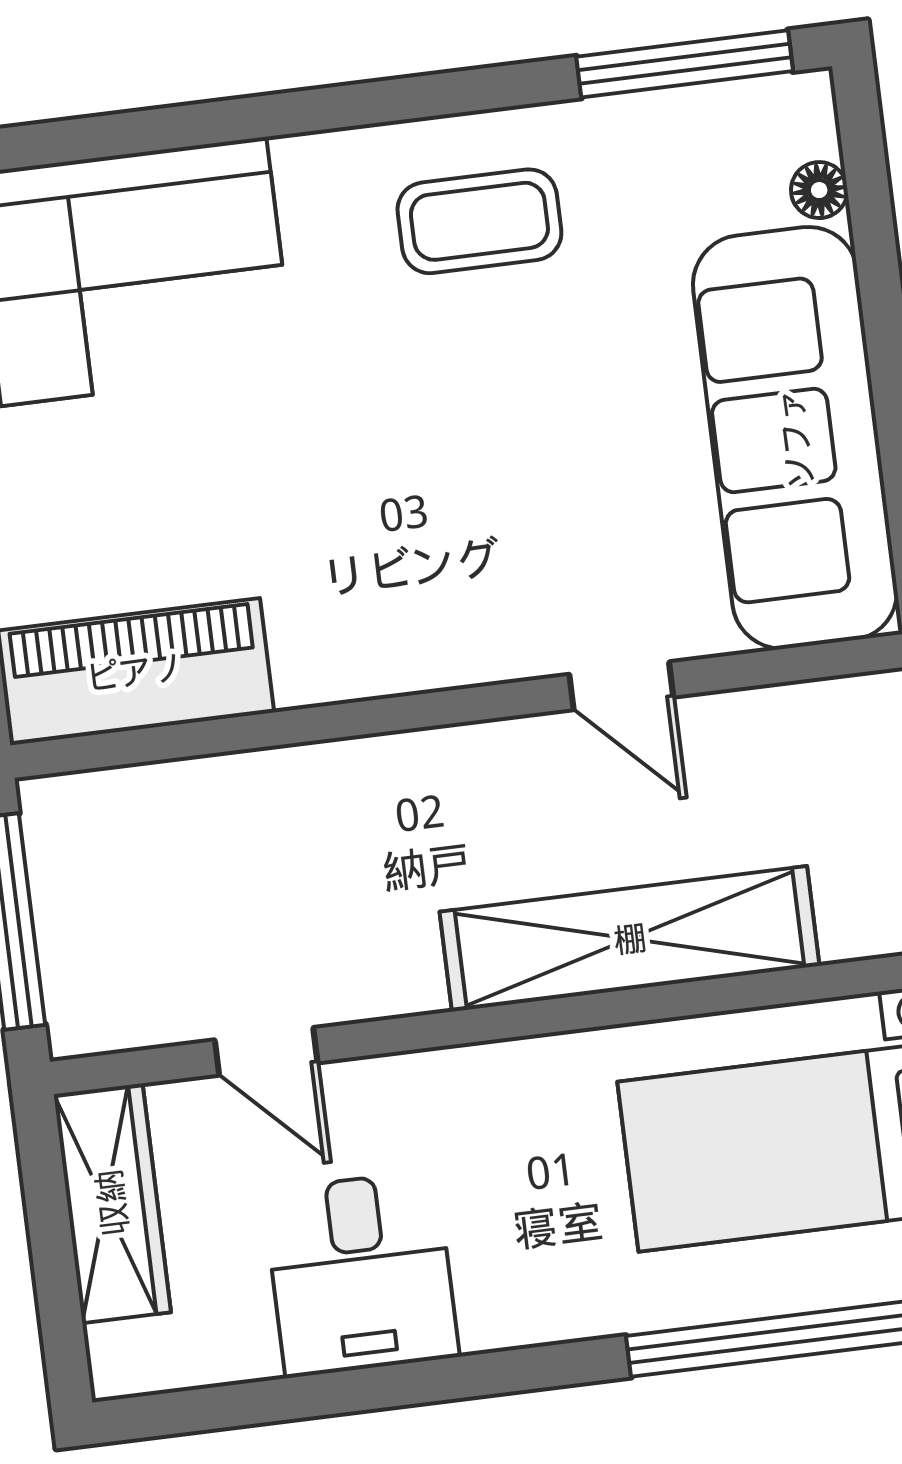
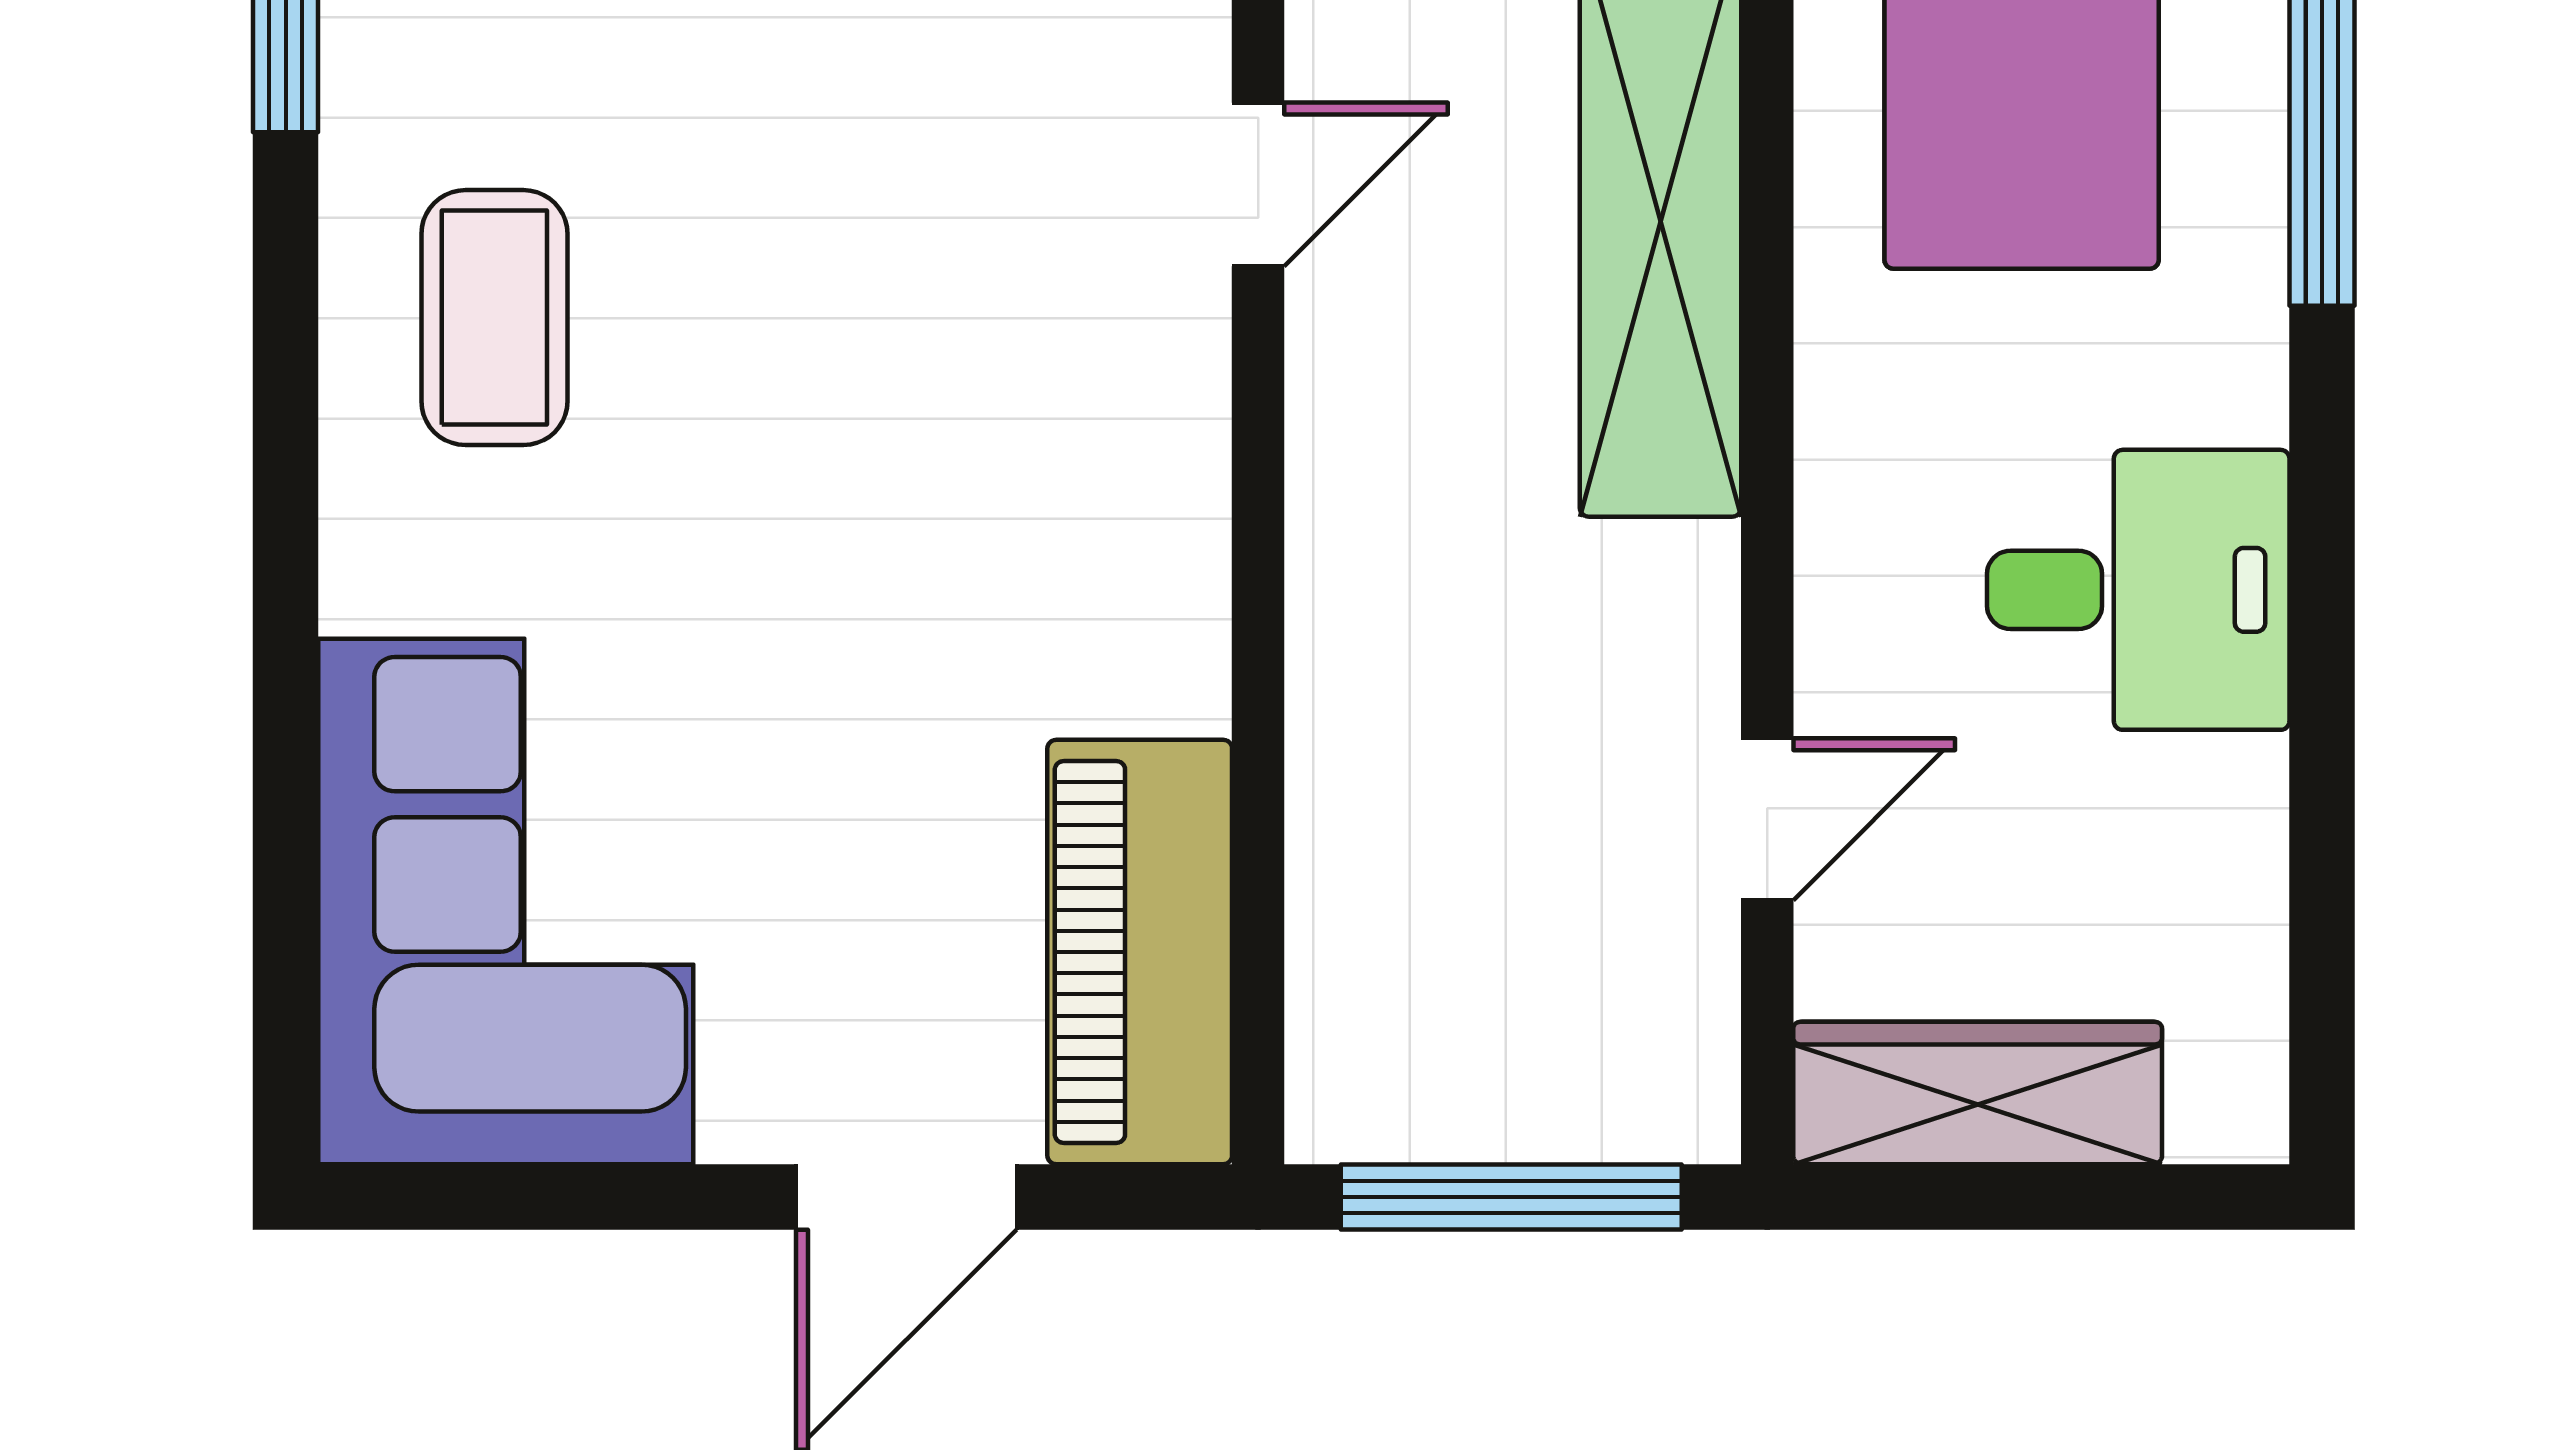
desk: (361, 1274) -> (2138, 590), moved

